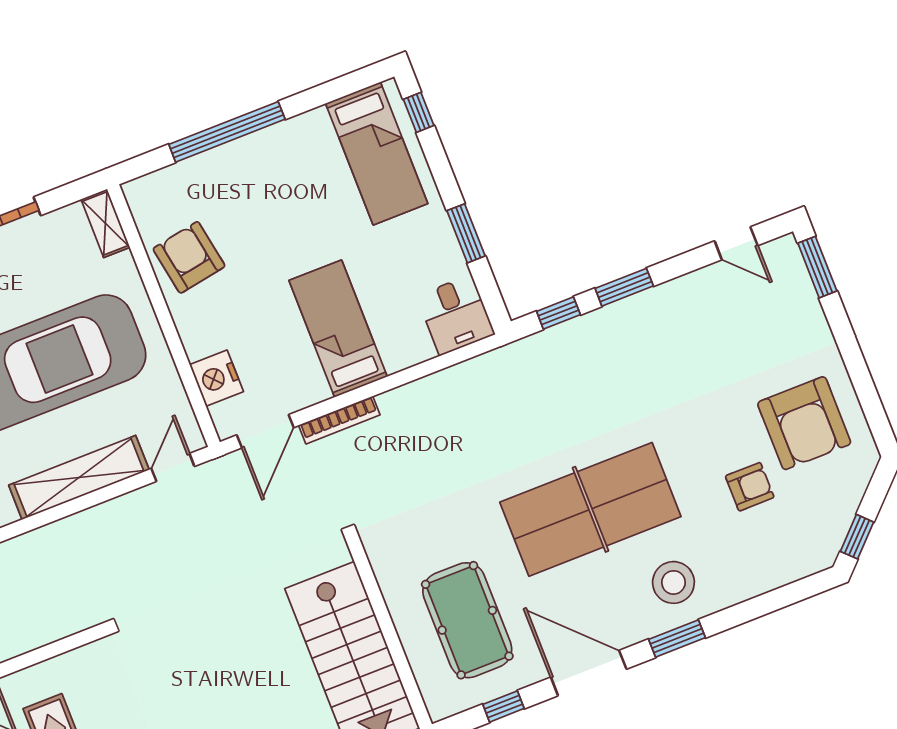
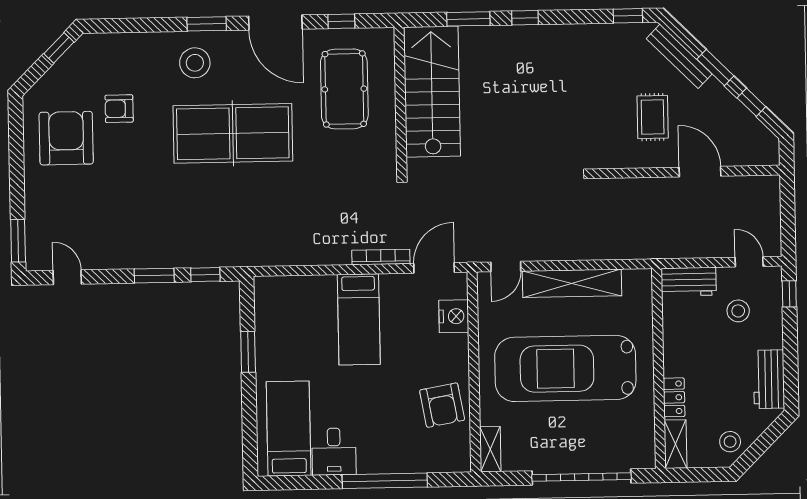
window: (419, 112) -> (250, 446), removed
desk: (456, 315) -> (334, 452), moved, turned 180

